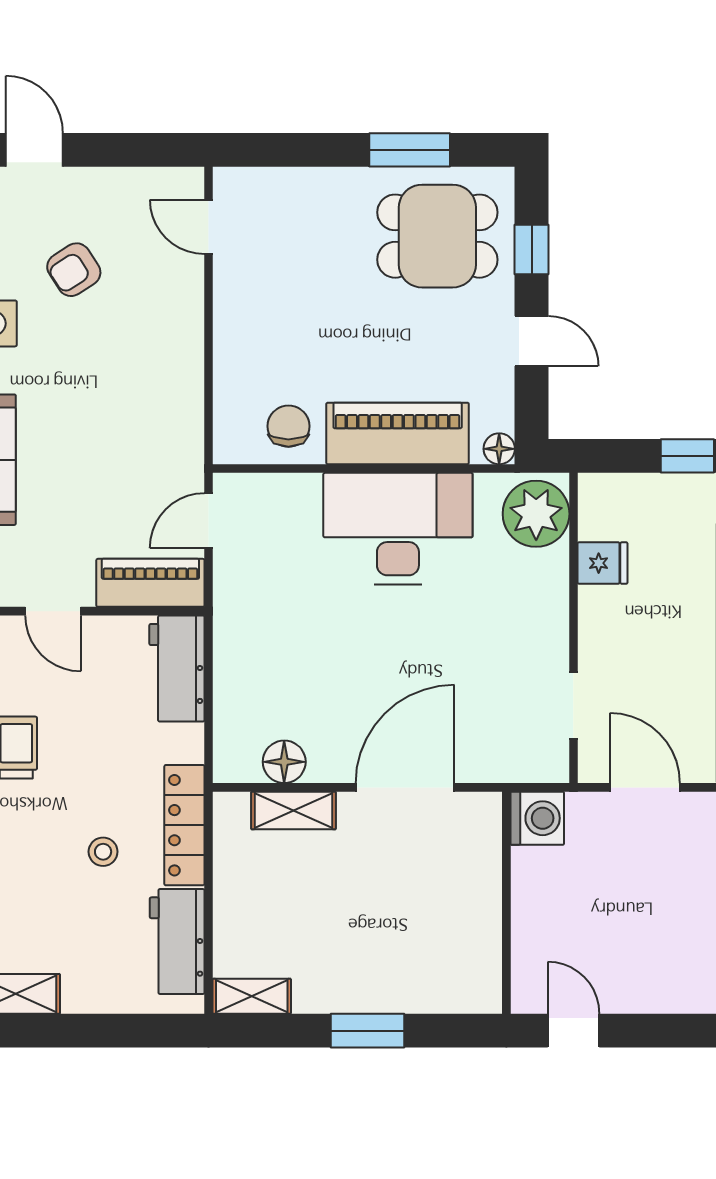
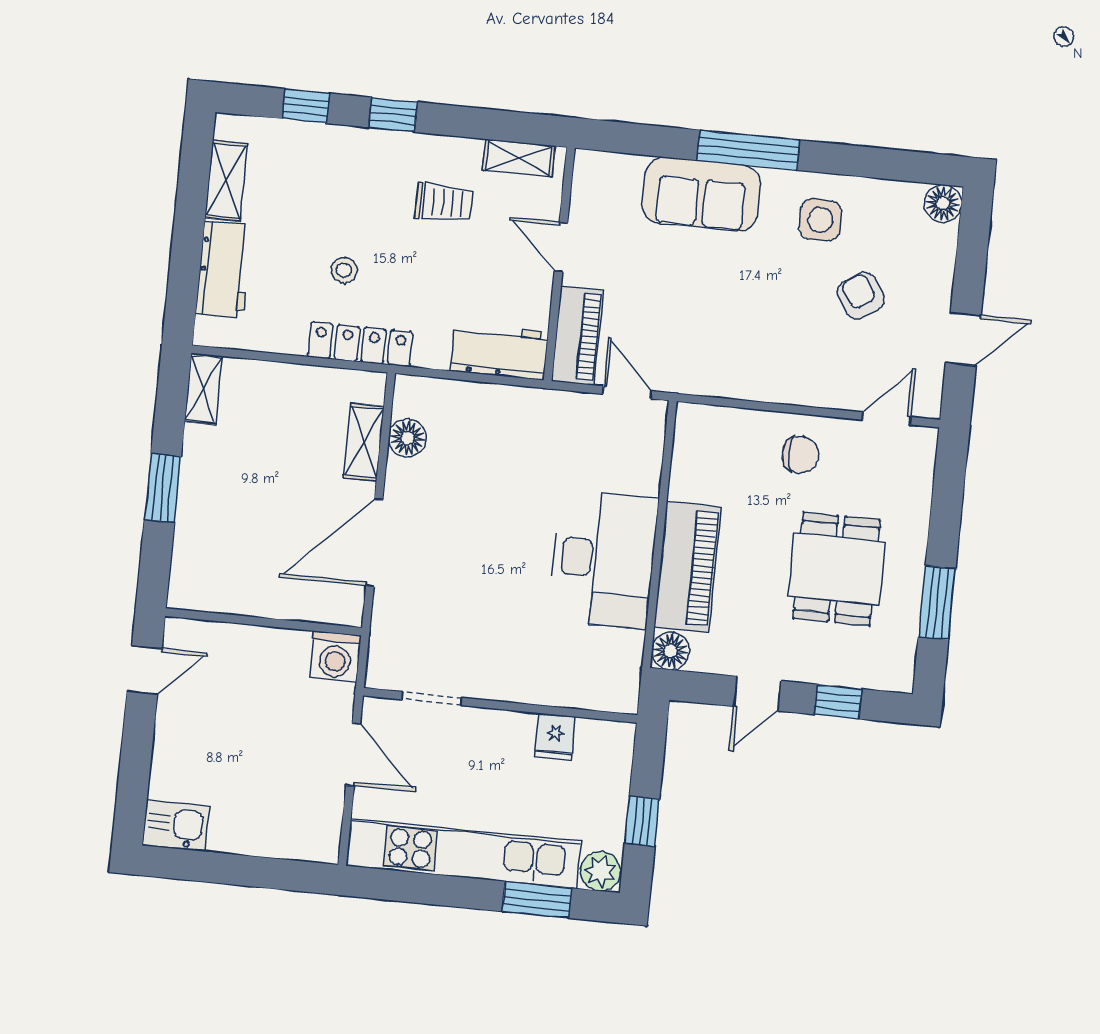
door: (34, 150) -> (963, 339), moved
dining table: (437, 236) -> (837, 569), moved
chair: (288, 426) -> (801, 455), moved
floor lamp: (499, 449) -> (671, 651), width x1.37, depth x1.37
plant: (536, 514) -> (604, 682), removed
door: (53, 611) -> (561, 247), hinge flipped
door: (405, 787) -> (374, 542), swing flipped
door: (645, 787) -> (353, 754), hinge flipped
workbench: (177, 942) -> (224, 270), moved, turned 90

